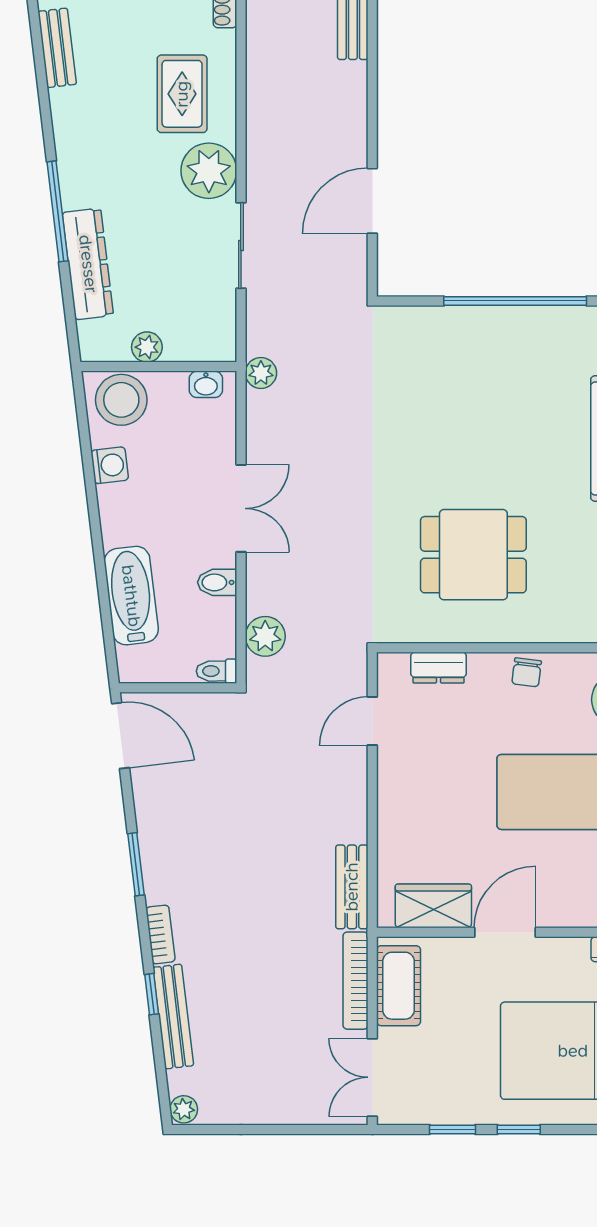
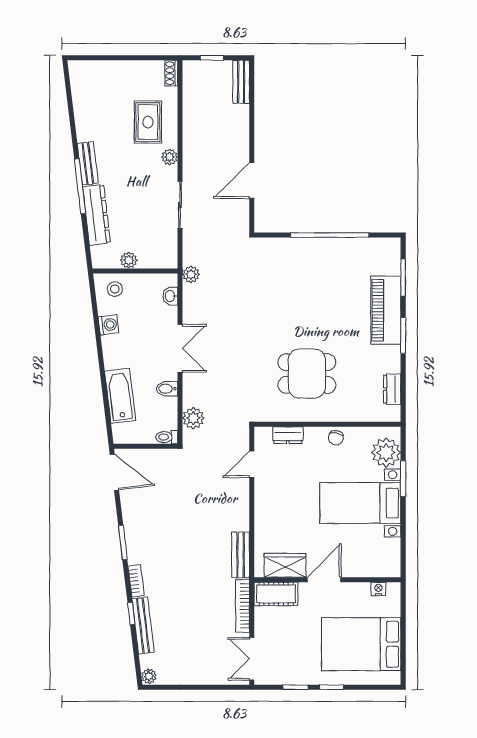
bench: (57, 48) -> (88, 163), moved
plant: (209, 171) -> (170, 157), width x0.53, depth x0.53
washbasin: (206, 384) -> (170, 296), moved, turned 90
stool: (121, 400) -> (115, 289), width x0.53, depth x0.53
cot: (399, 986) -> (276, 594), moved, turned 90

